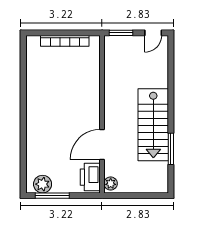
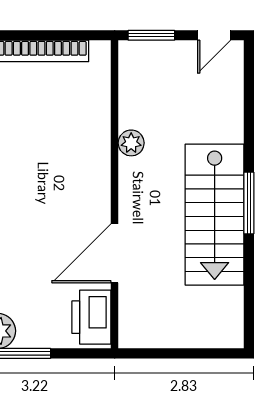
window: (171, 149) -> (249, 203), moved
plant: (111, 184) -> (131, 143), moved

